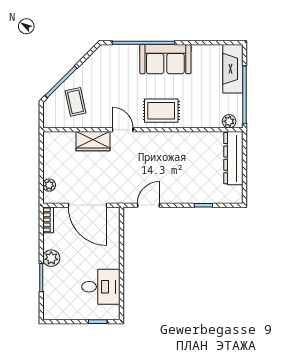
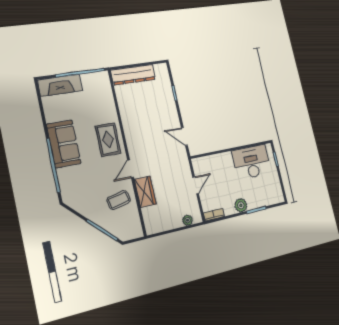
coffee table: (76, 102) -> (119, 200), moved
plant: (229, 121) -> (105, 82), removed
door: (88, 205) -> (196, 185), width x0.53
desk: (101, 287) -> (252, 162), width x1.37

